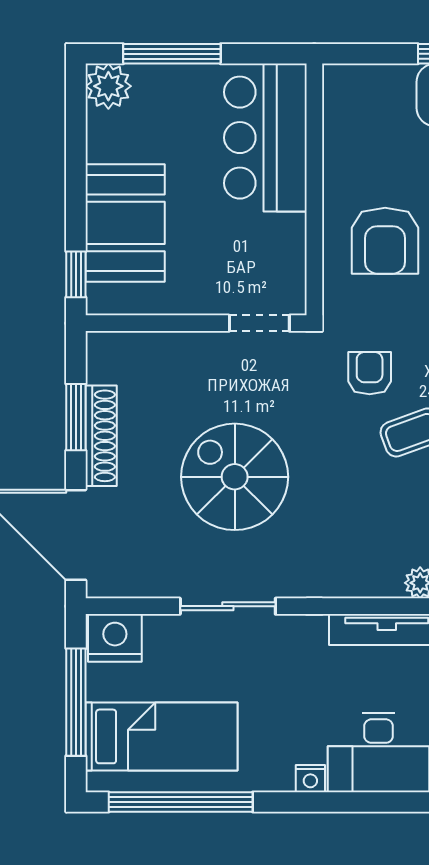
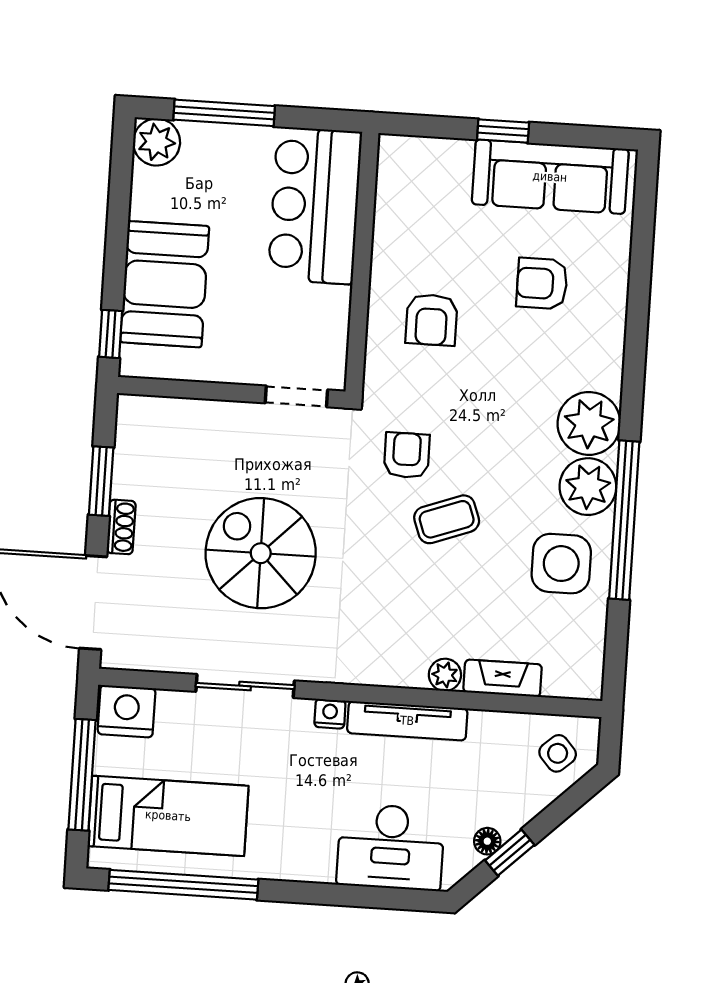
armchair: (385, 241) -> (431, 320), width x0.72, depth x0.72
shoe rack: (101, 436) -> (121, 527), width x0.51, depth x0.81
nightstand: (310, 779) -> (330, 714), moved, turned 180

